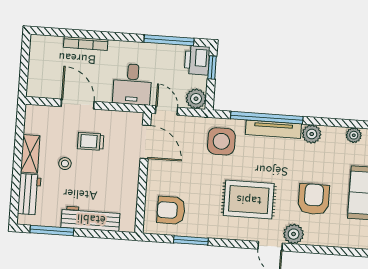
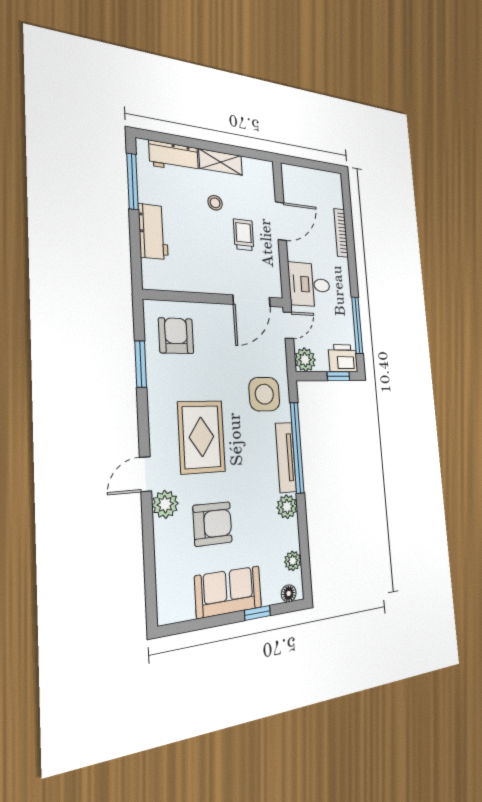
workbench: (91, 219) -> (153, 232), width x0.73

